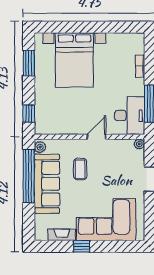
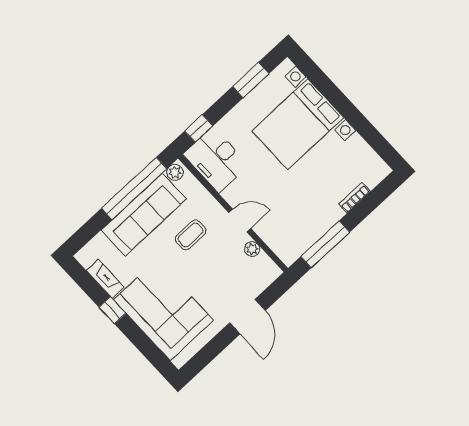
desk: (130, 116) -> (216, 160), moved, turned 90
plant: (139, 144) -> (252, 249), moved

